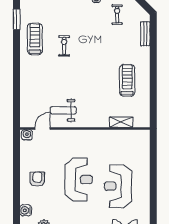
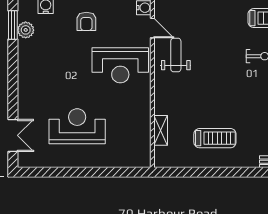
armchair: (37, 179) -> (86, 21), turned 90
reception desk: (79, 180) -> (120, 65), moved

